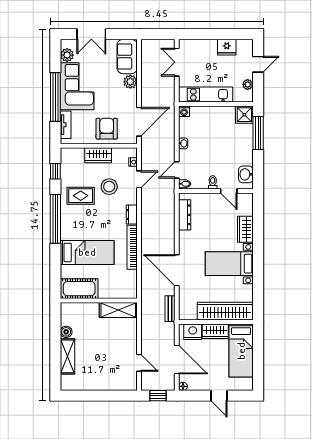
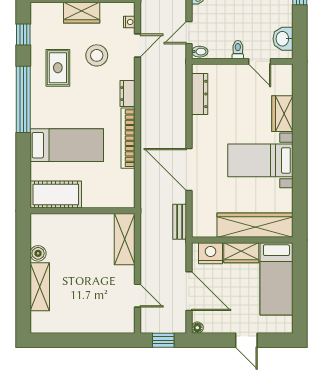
rug: (81, 196) -> (58, 68), turned 90
shelving: (118, 310) -> (125, 239), moved, turned 90

